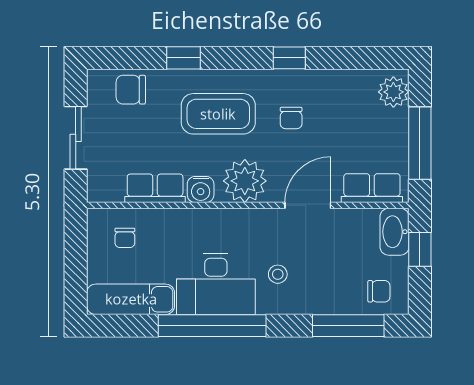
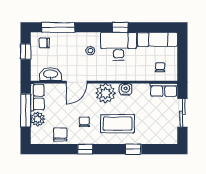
chair: (131, 90) -> (60, 135), moved, turned -90
plant: (393, 92) -> (38, 119), moved
row of seats: (155, 188) -> (164, 90), moved
row of seats: (372, 188) -> (37, 97), moved, turned -90
washbasin: (395, 232) -> (51, 74), moved, turned -90
window: (420, 249) -> (26, 51), moved
window: (212, 326) -> (120, 27), width x0.32

